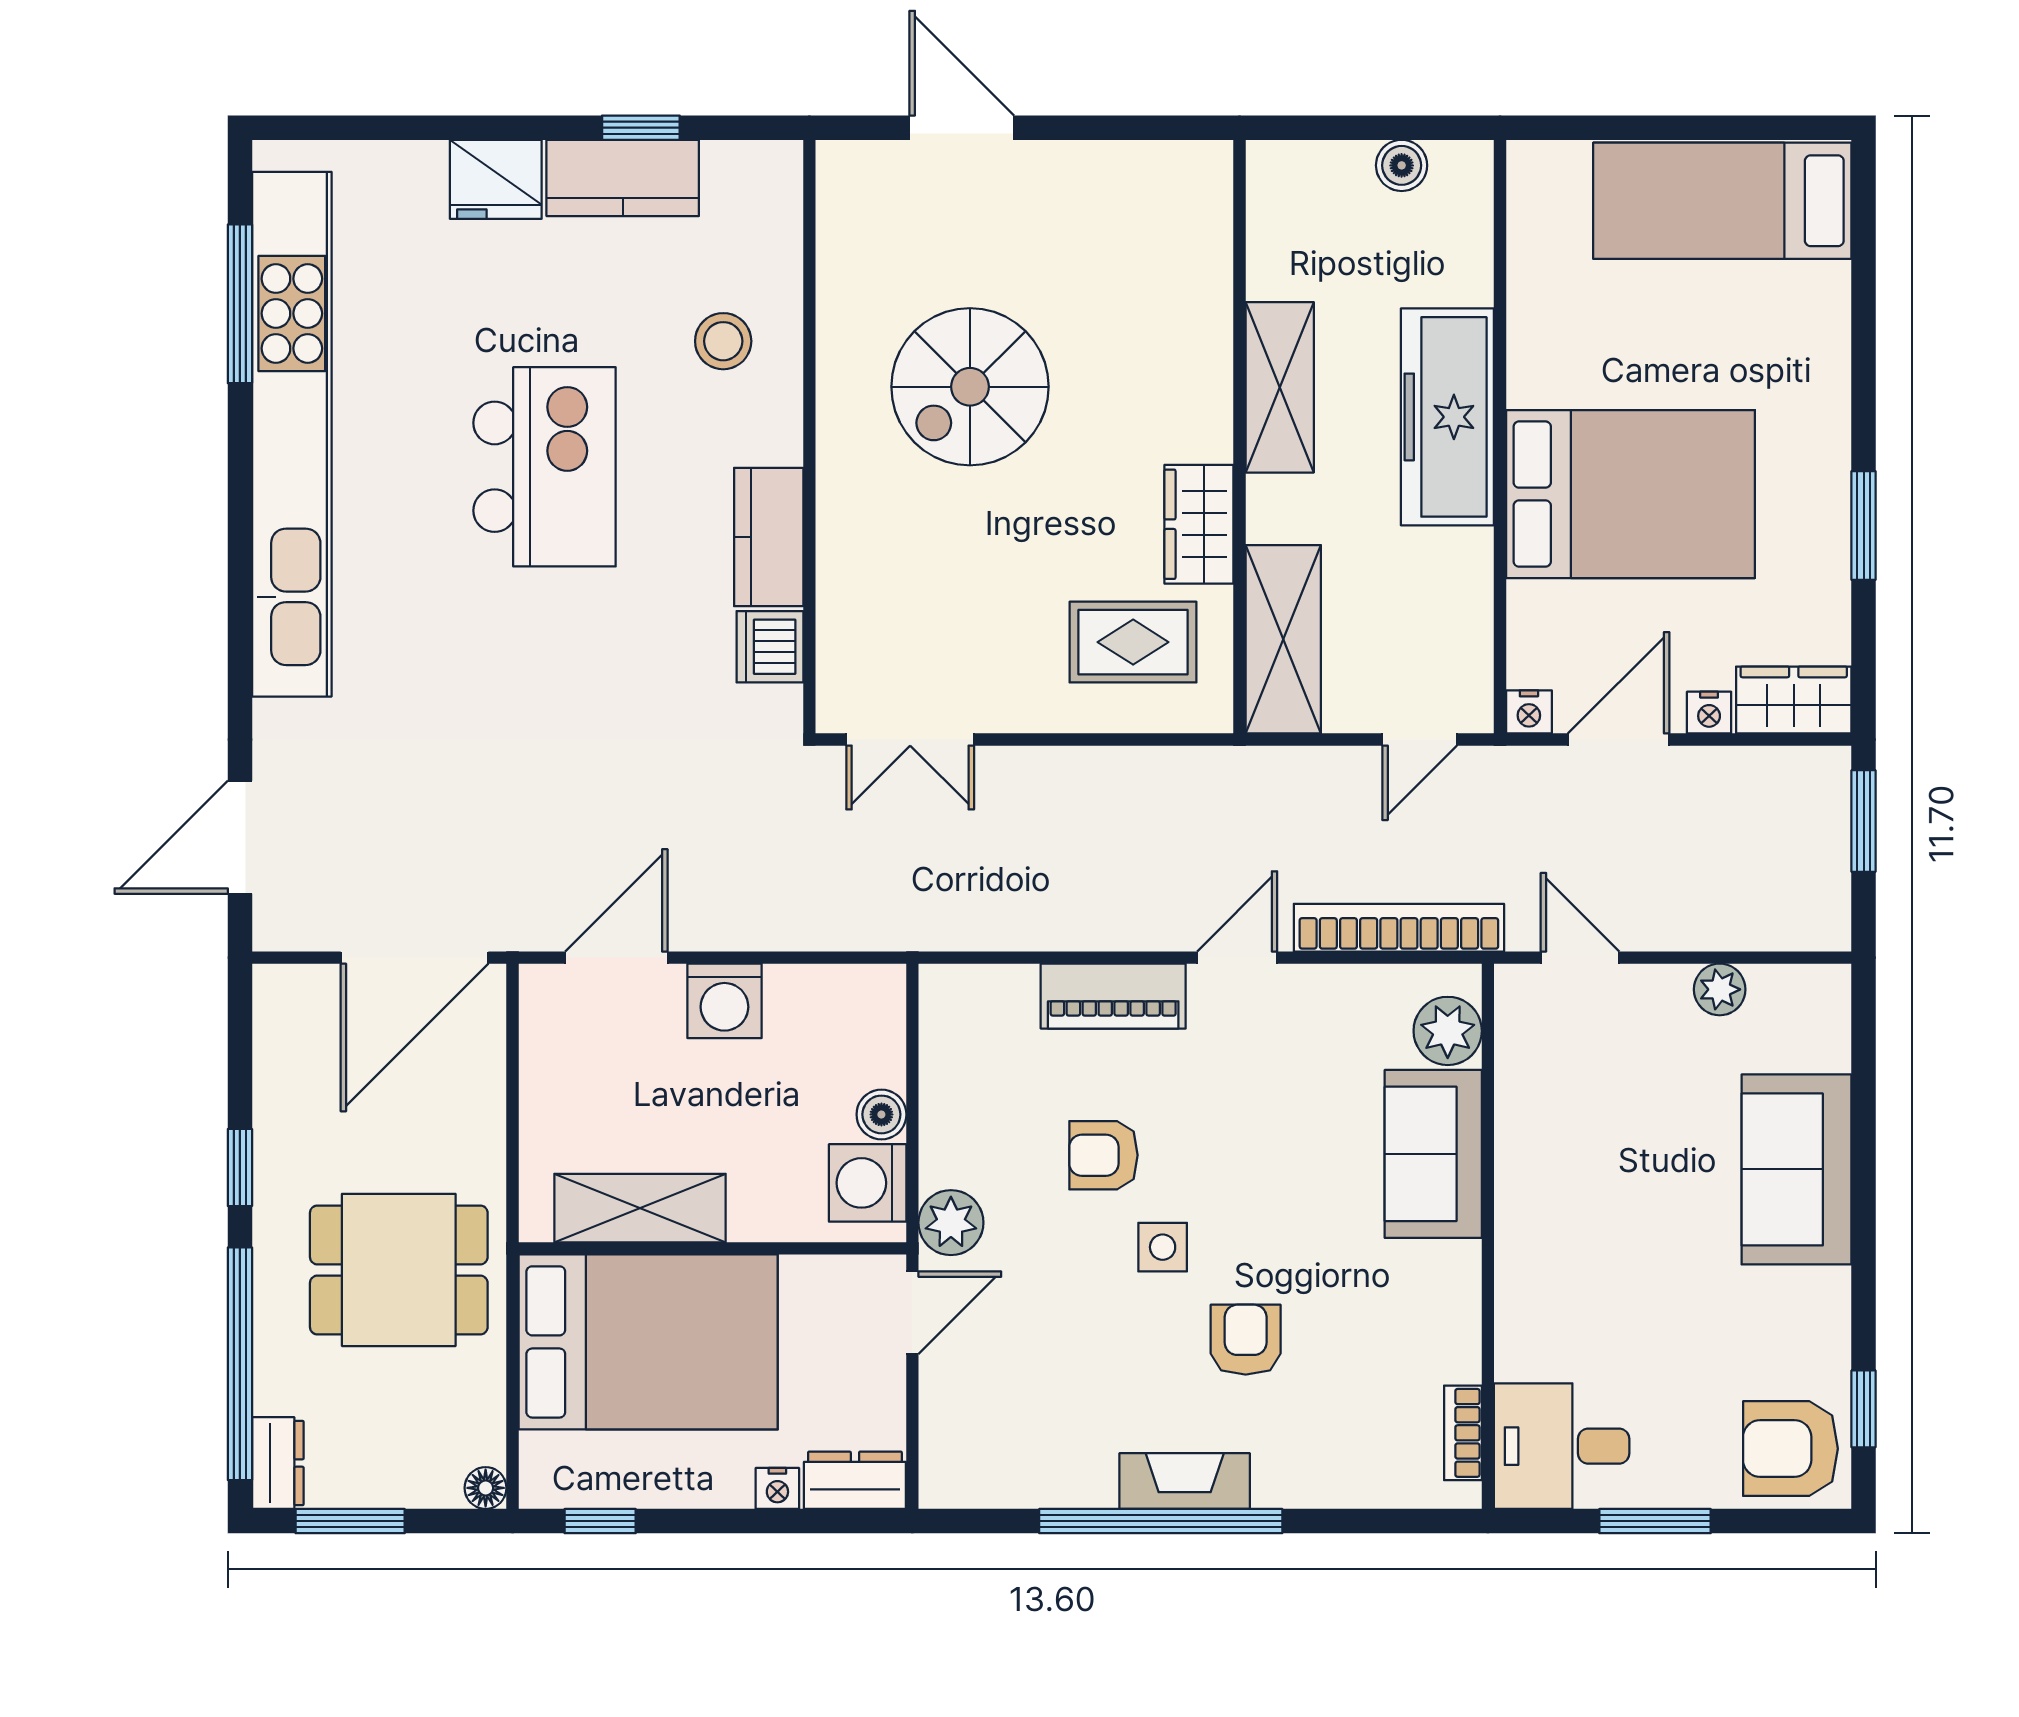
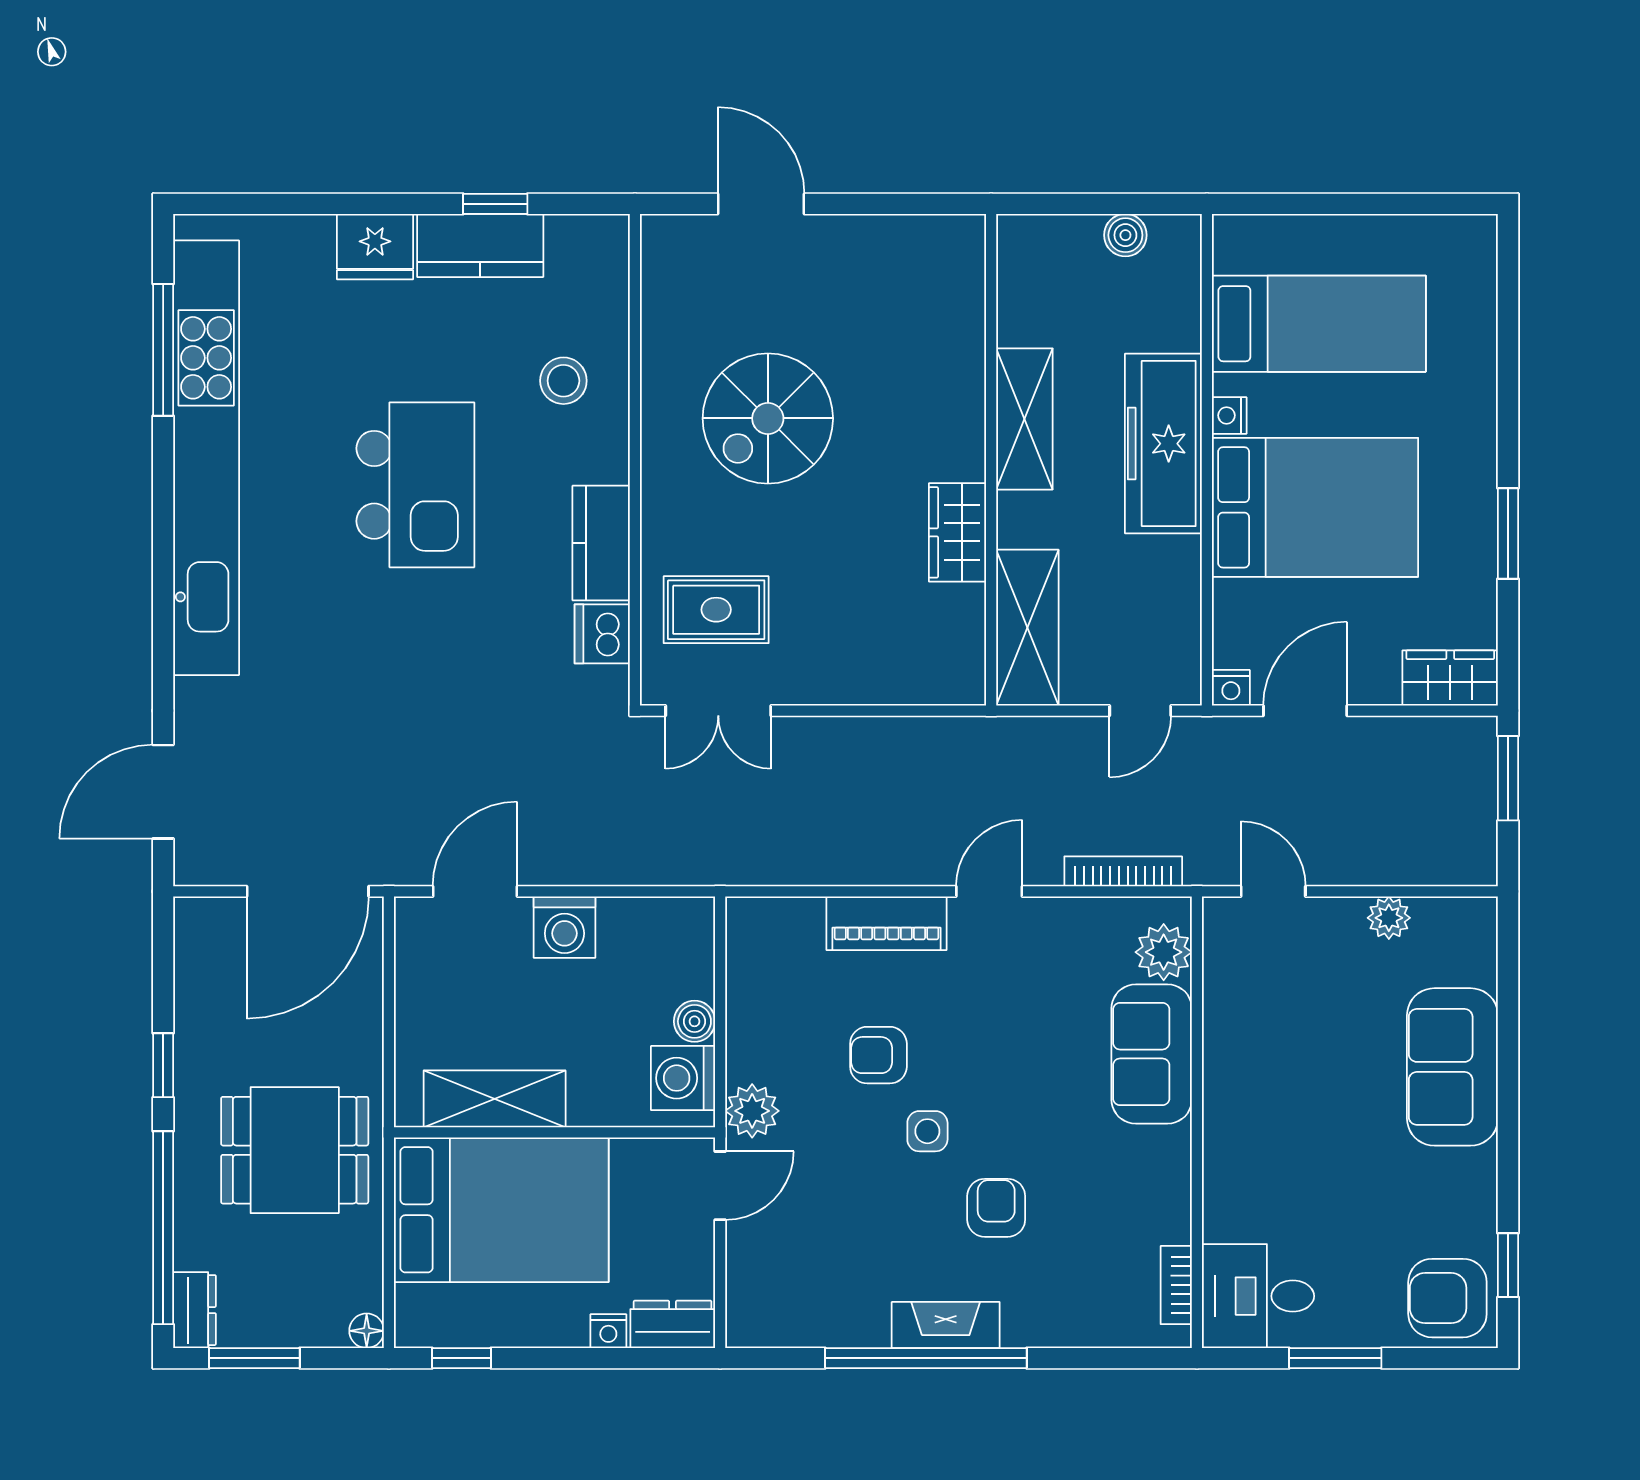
bed: (1722, 201) -> (1319, 324), moved, turned 180
rug: (1133, 642) -> (716, 610), moved
nightstand: (1709, 713) -> (1229, 415), moved, turned 90
bookcase: (1399, 928) -> (1123, 871), width x0.68, depth x0.76

